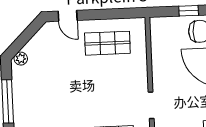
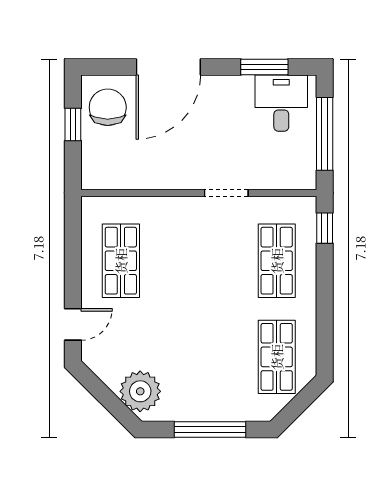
plant: (21, 59) -> (140, 391), width x1.87, depth x1.87

